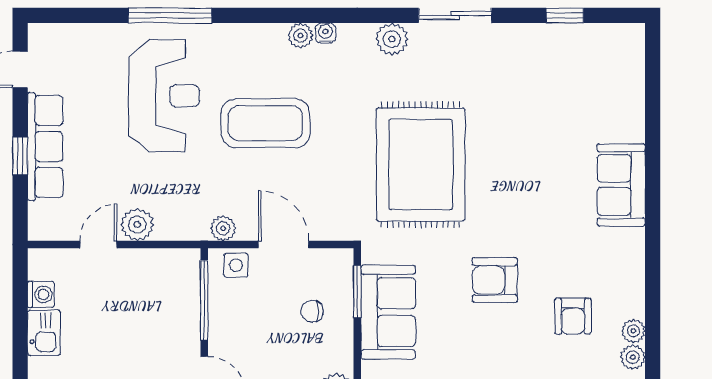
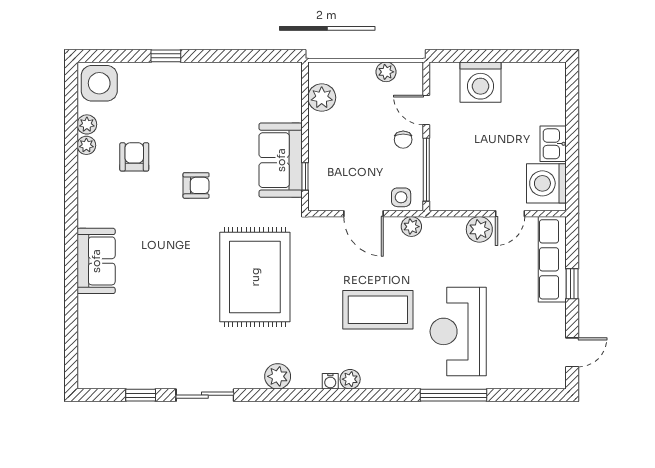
sliding door: (455, 15) -> (205, 395), moved
row of seats: (45, 147) -> (552, 259), moved
armchair: (495, 280) -> (196, 185), width x0.72, depth x0.72
window: (357, 292) -> (305, 176), width x0.67
washing machine: (41, 294) -> (546, 183), width x1.89, depth x1.89
chair: (312, 311) -> (403, 140), moved, turned 90

